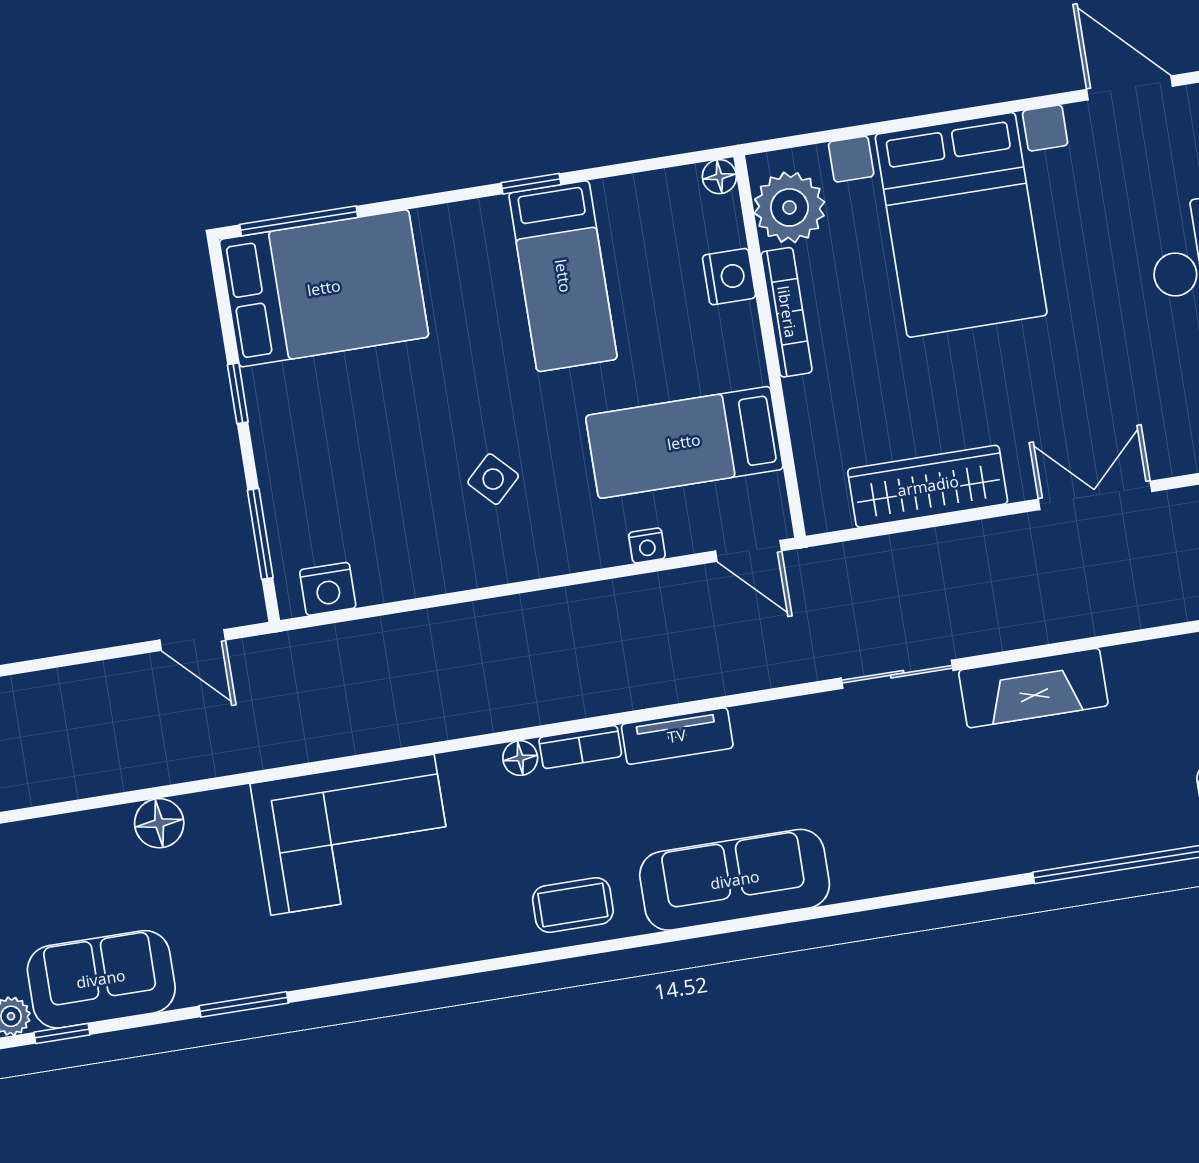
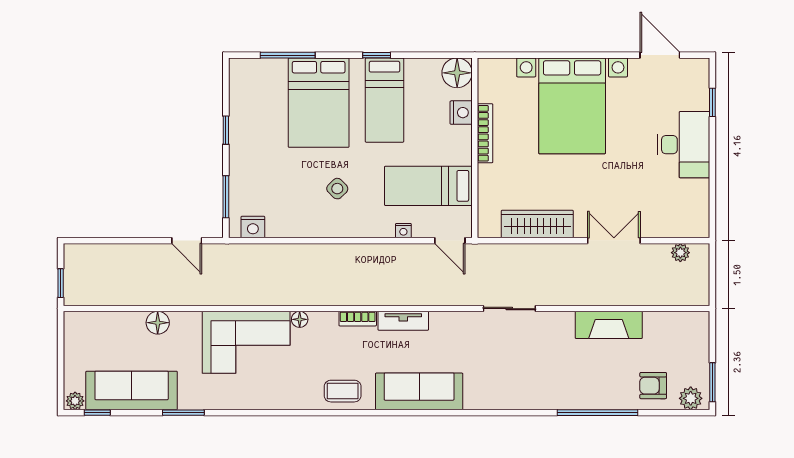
floor lamp: (719, 177) -> (457, 73), width x1.89, depth x1.89
plant: (789, 207) -> (494, 85), removed
window: (299, 221) -> (288, 55), moved
bed: (324, 288) -> (319, 103), moved, turned 90
fireplace: (1033, 688) -> (609, 325), moved
floor lamp: (520, 758) -> (300, 319), moved
sofa: (101, 979) -> (132, 390), width x1.36

